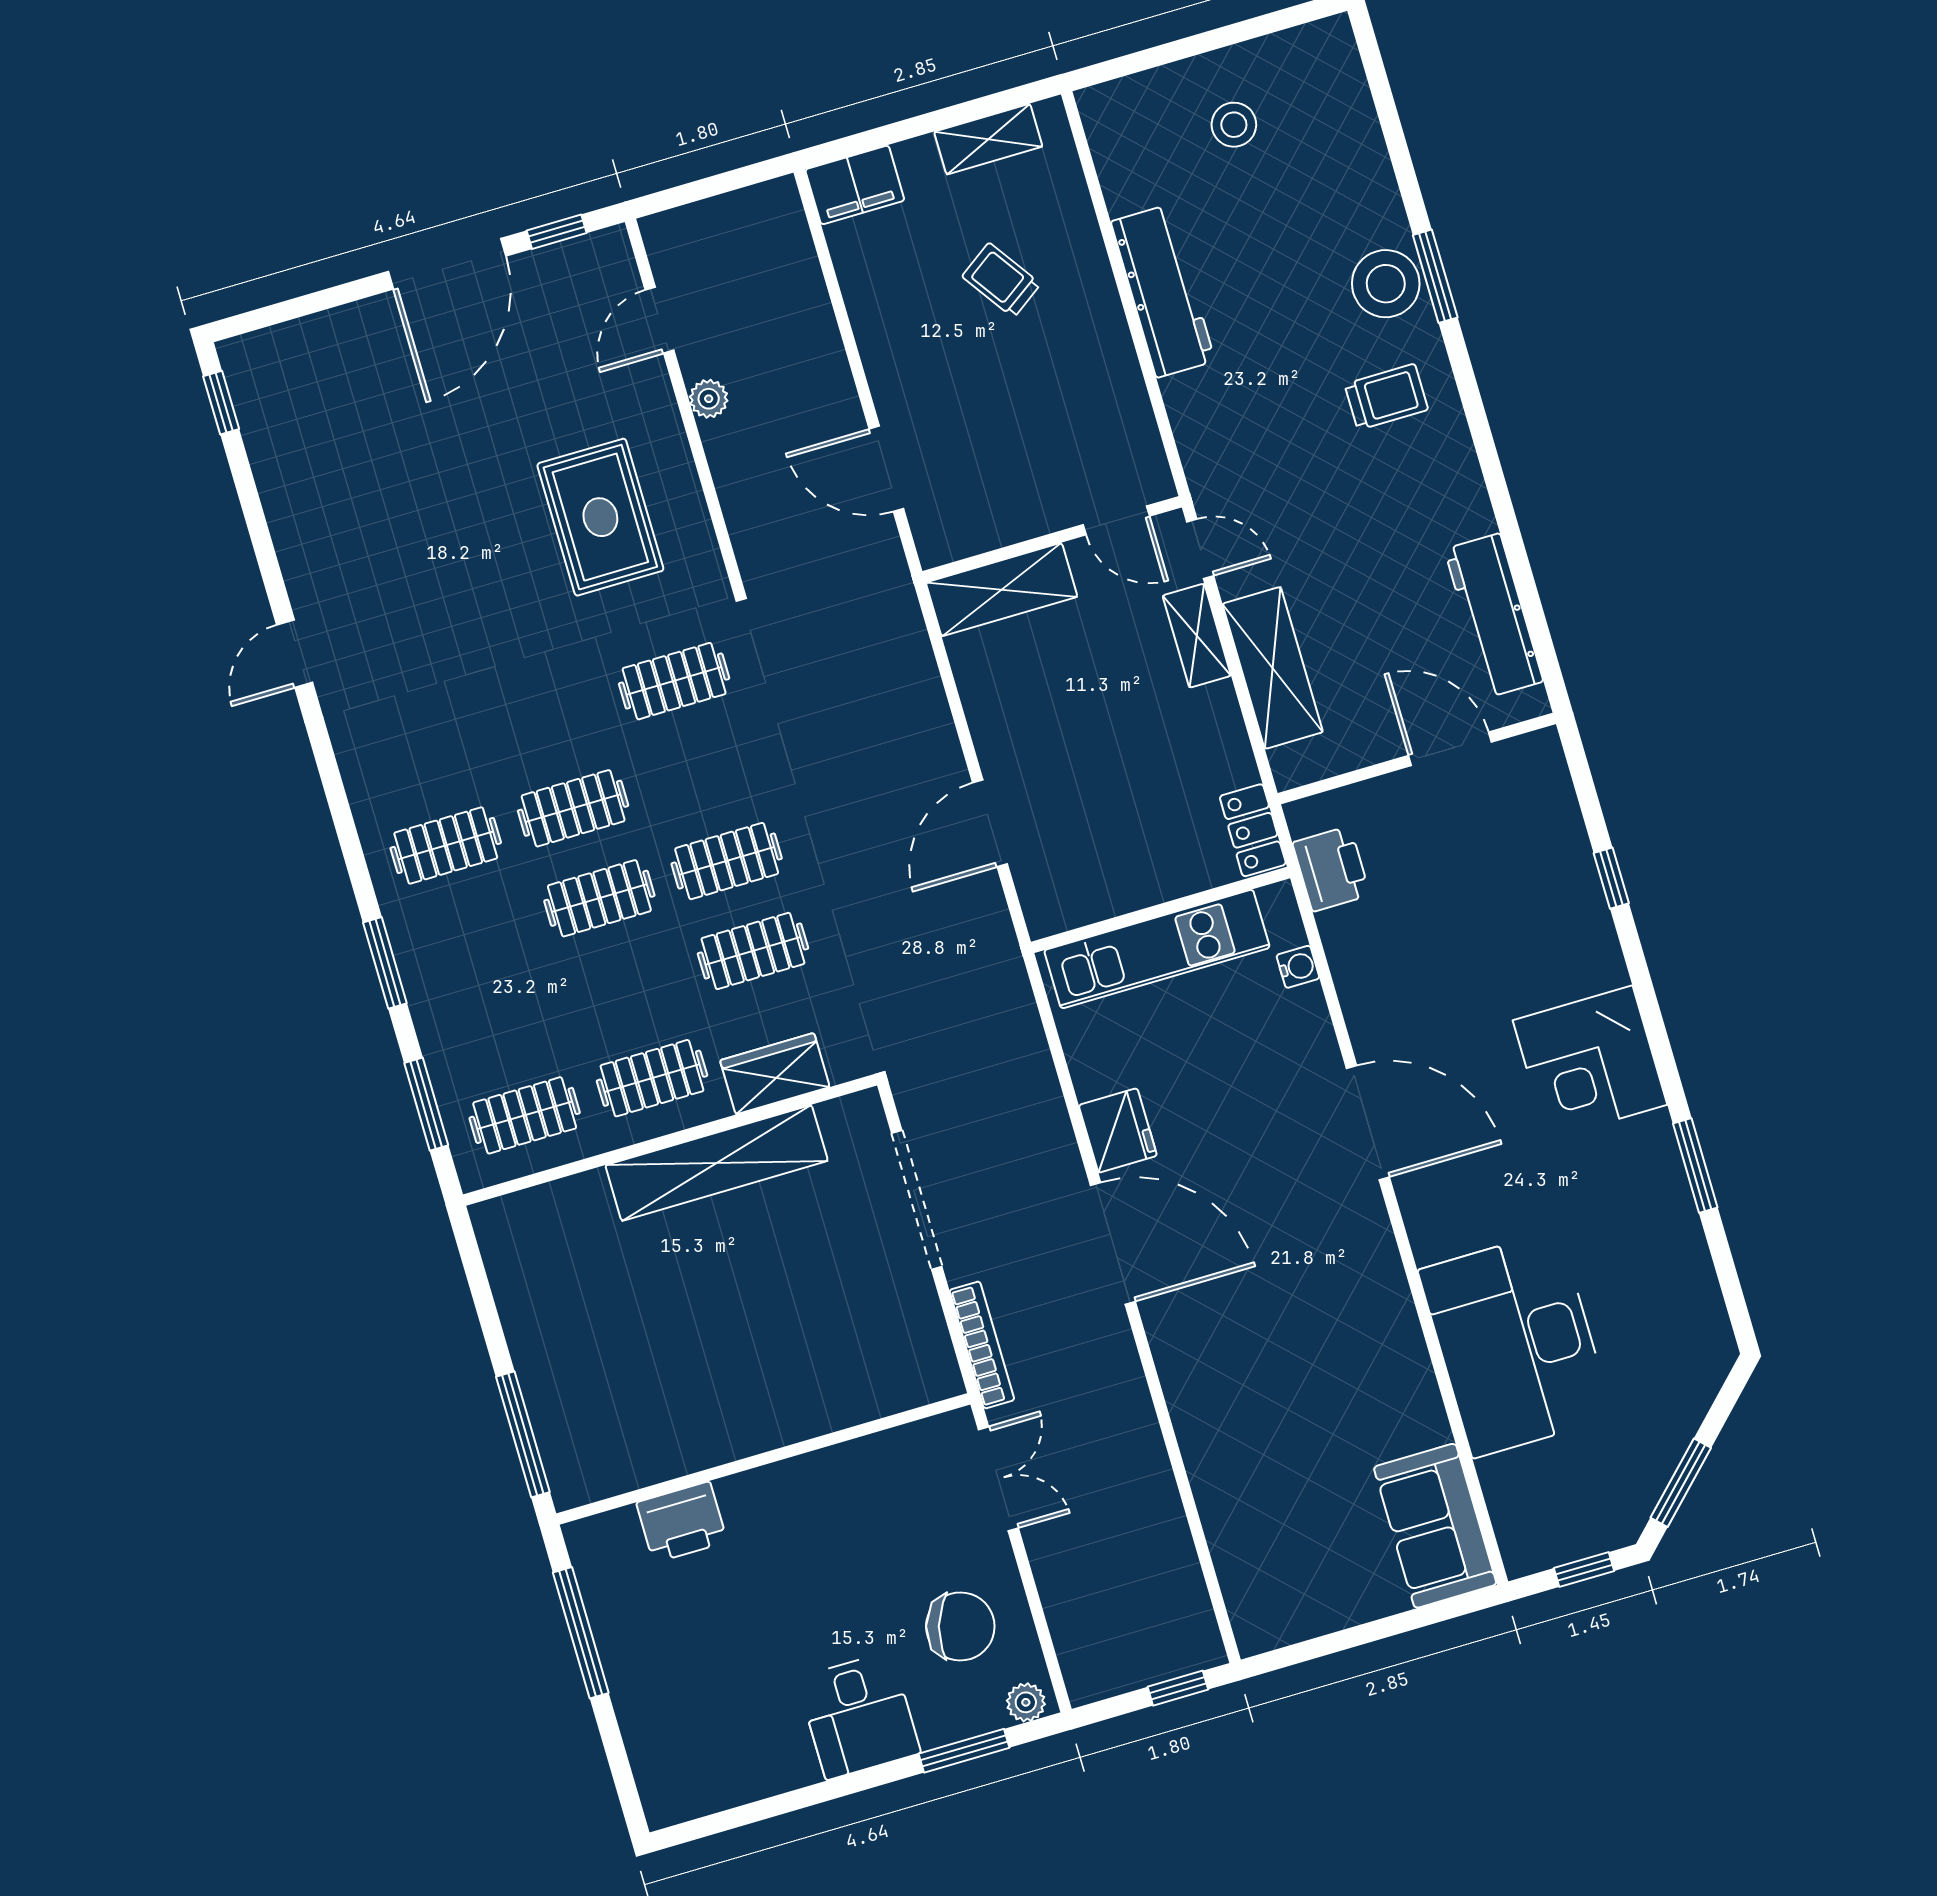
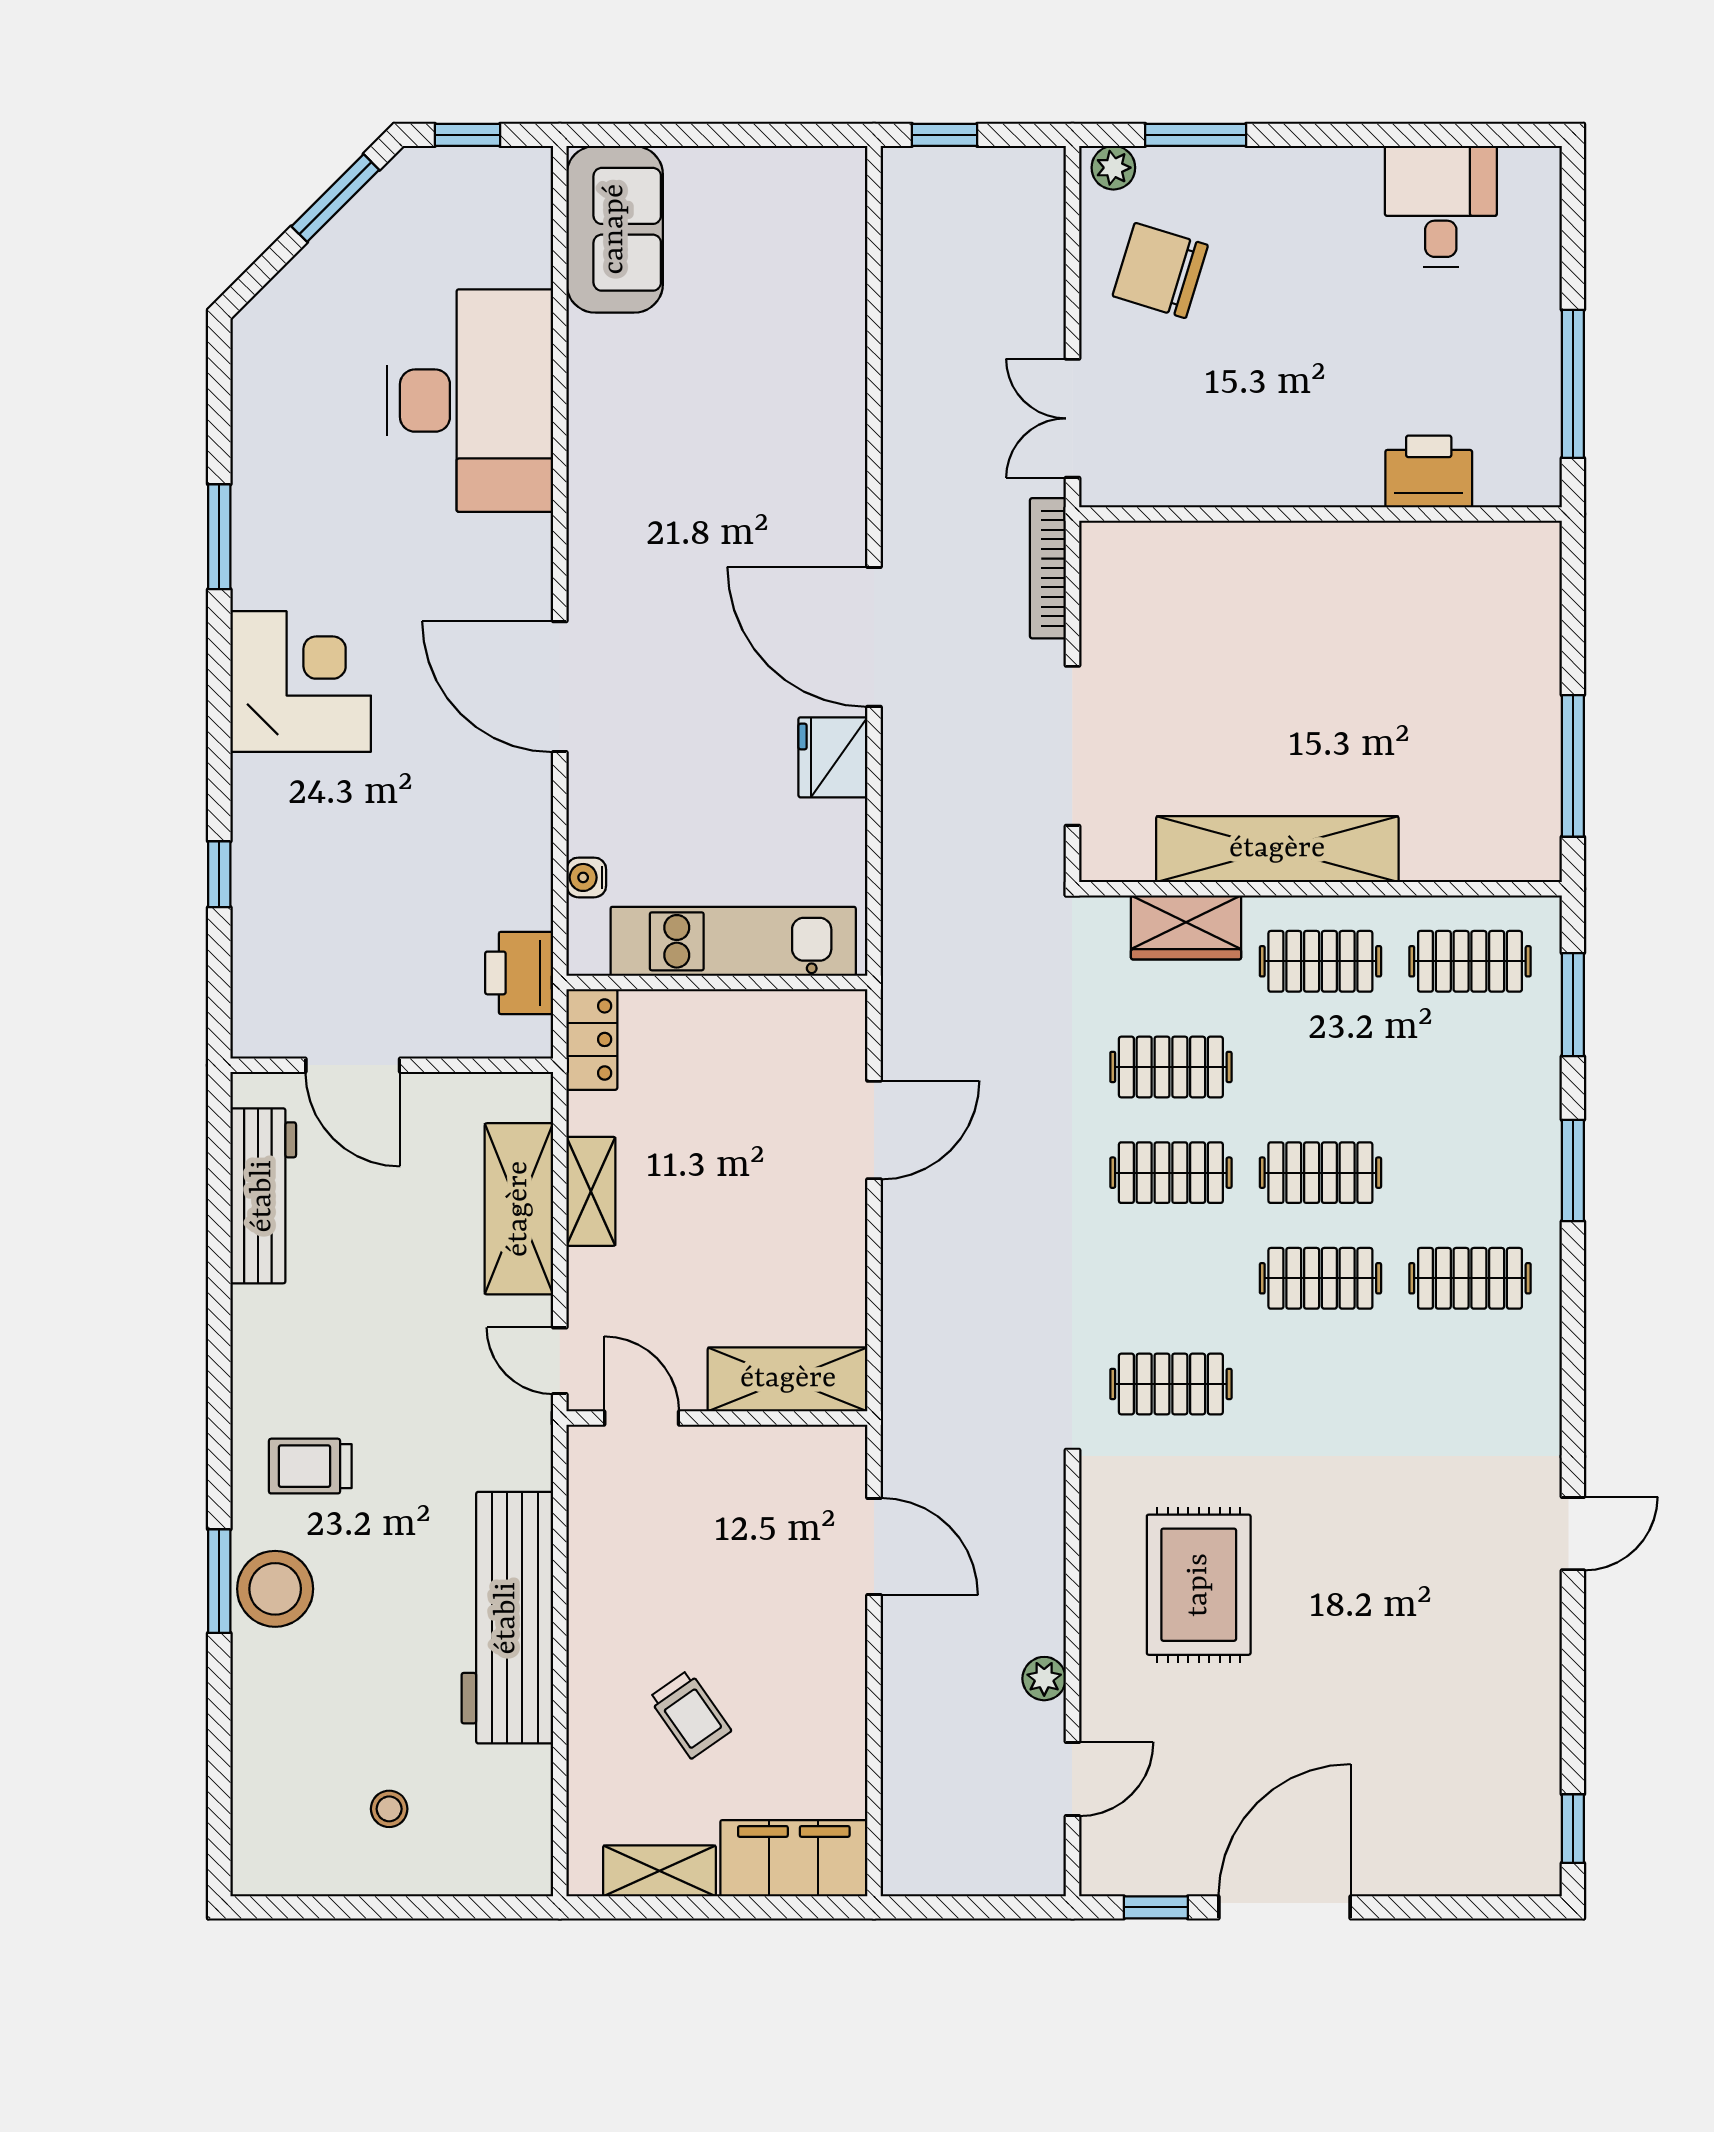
stool: (1234, 125) -> (389, 1809), width x0.73, depth x0.73
filing cabinet: (855, 185) -> (794, 1858), width x1.50, depth x1.17
workbench: (1163, 291) -> (507, 1618), width x1.36, depth x1.32
shelving: (1197, 636) -> (591, 1191), moved
window: (523, 1434) -> (1573, 766), moved
desk: (859, 1716) -> (1441, 206), moved

